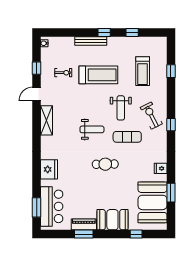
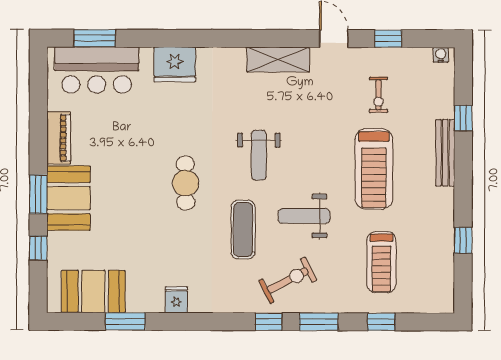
window: (104, 32) -> (463, 118), moved
treadmill: (143, 71) -> (381, 262), turned -90
window: (171, 101) -> (319, 322), added
booth: (152, 202) -> (93, 291), width x0.73, depth x0.70
window: (84, 234) -> (38, 194), moved

